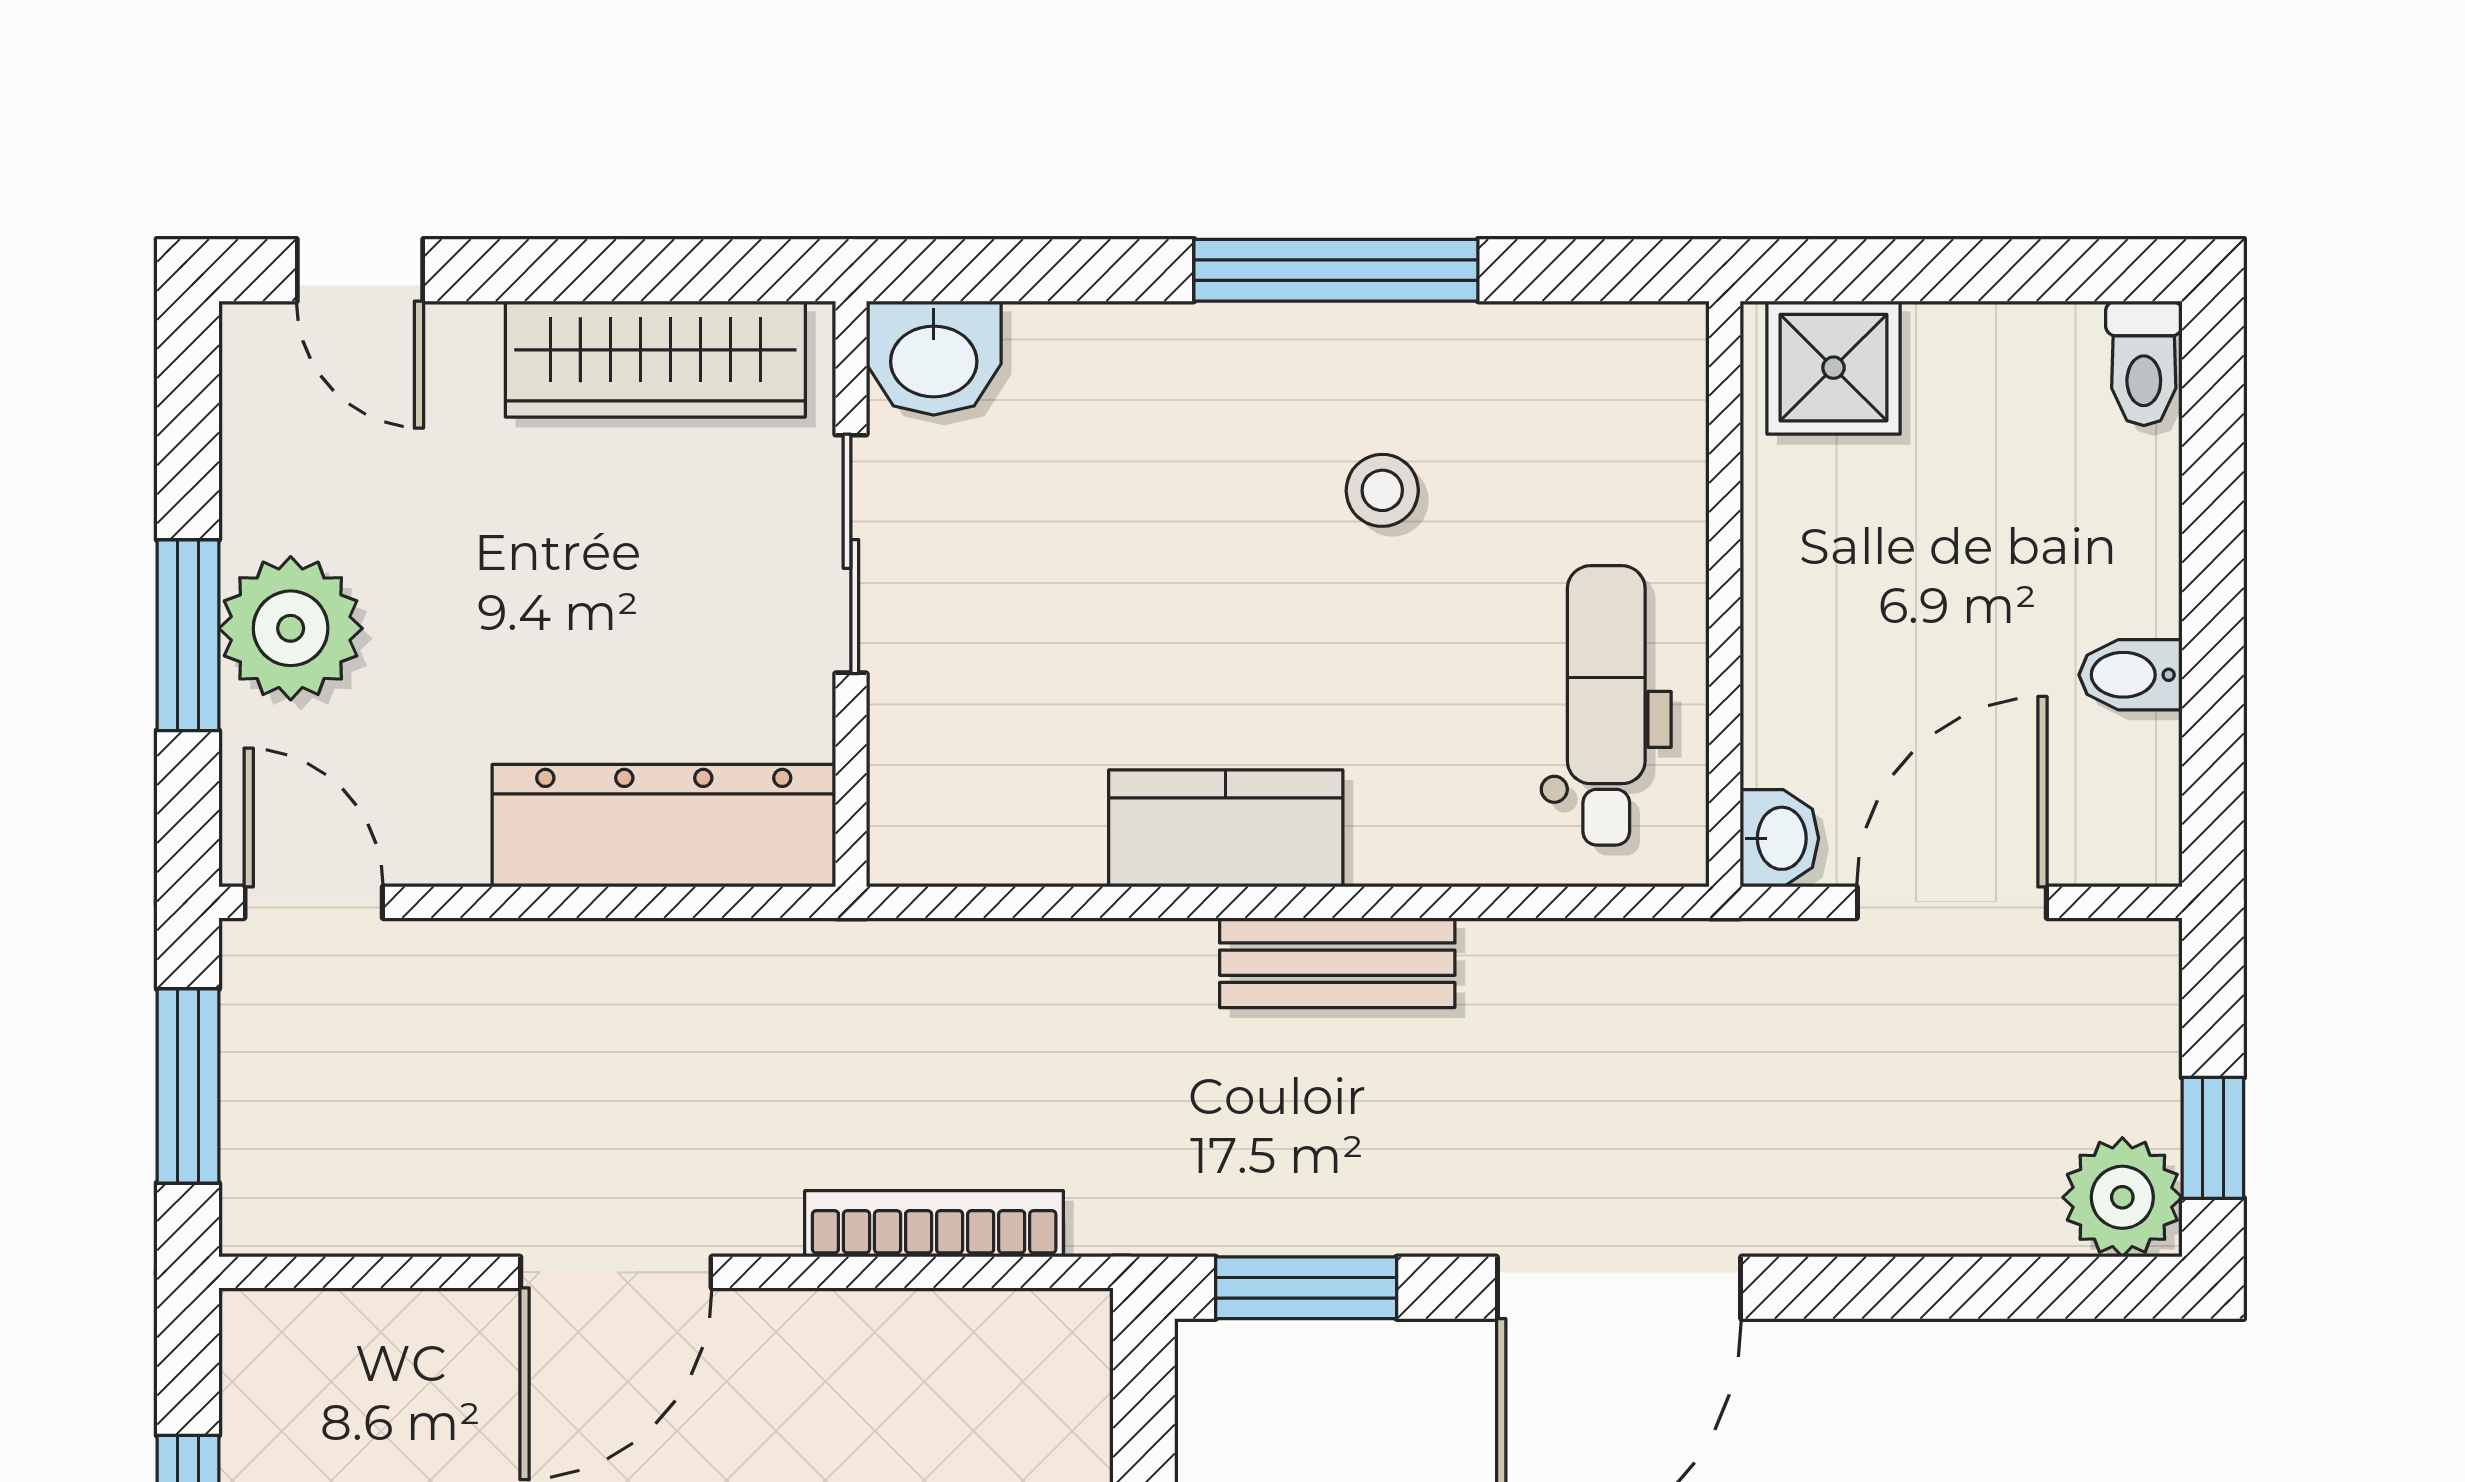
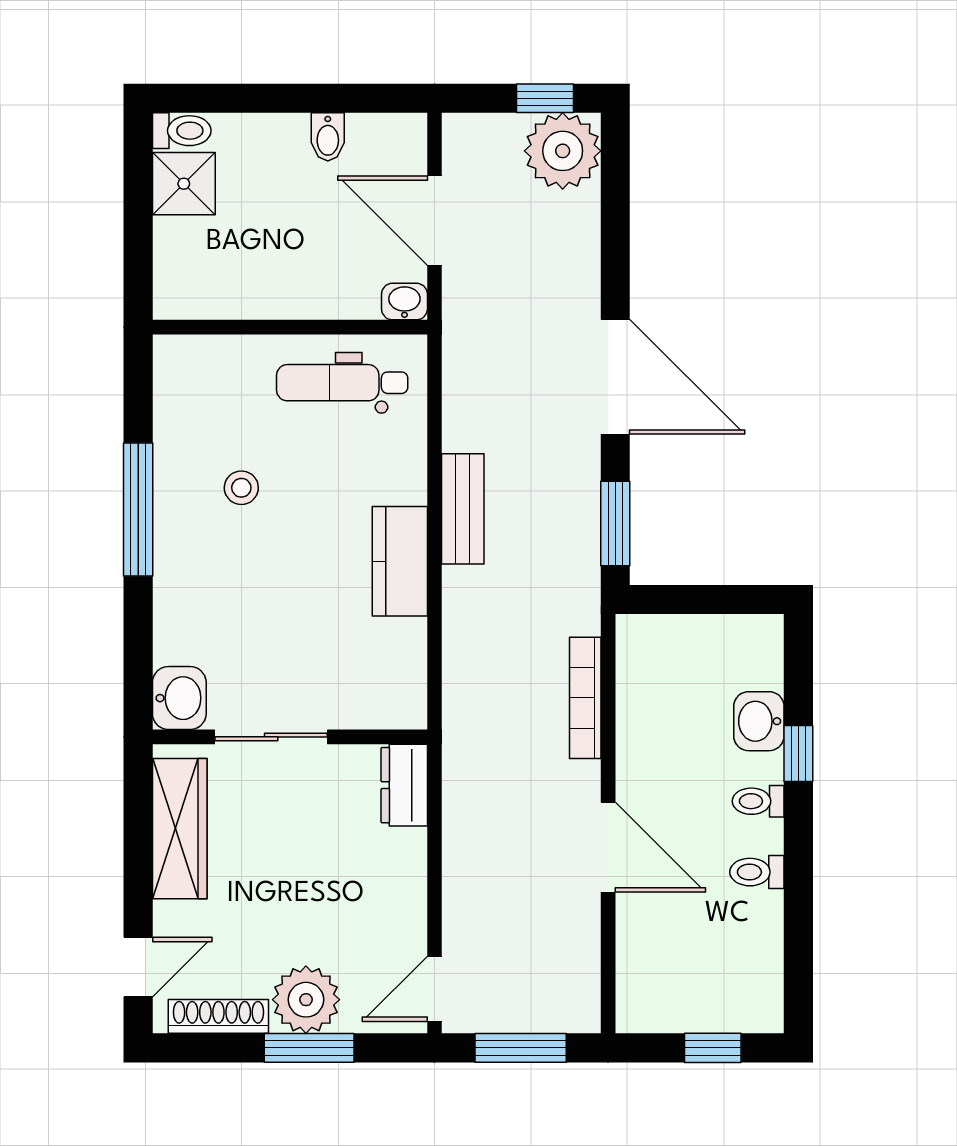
shower: (1833, 368) -> (184, 184), moved
shoe rack: (255, 442) -> (218, 1016), added
dresser: (664, 826) -> (404, 785), width x0.51, depth x0.80
plant: (2122, 1197) -> (563, 151), width x1.36, depth x1.36

